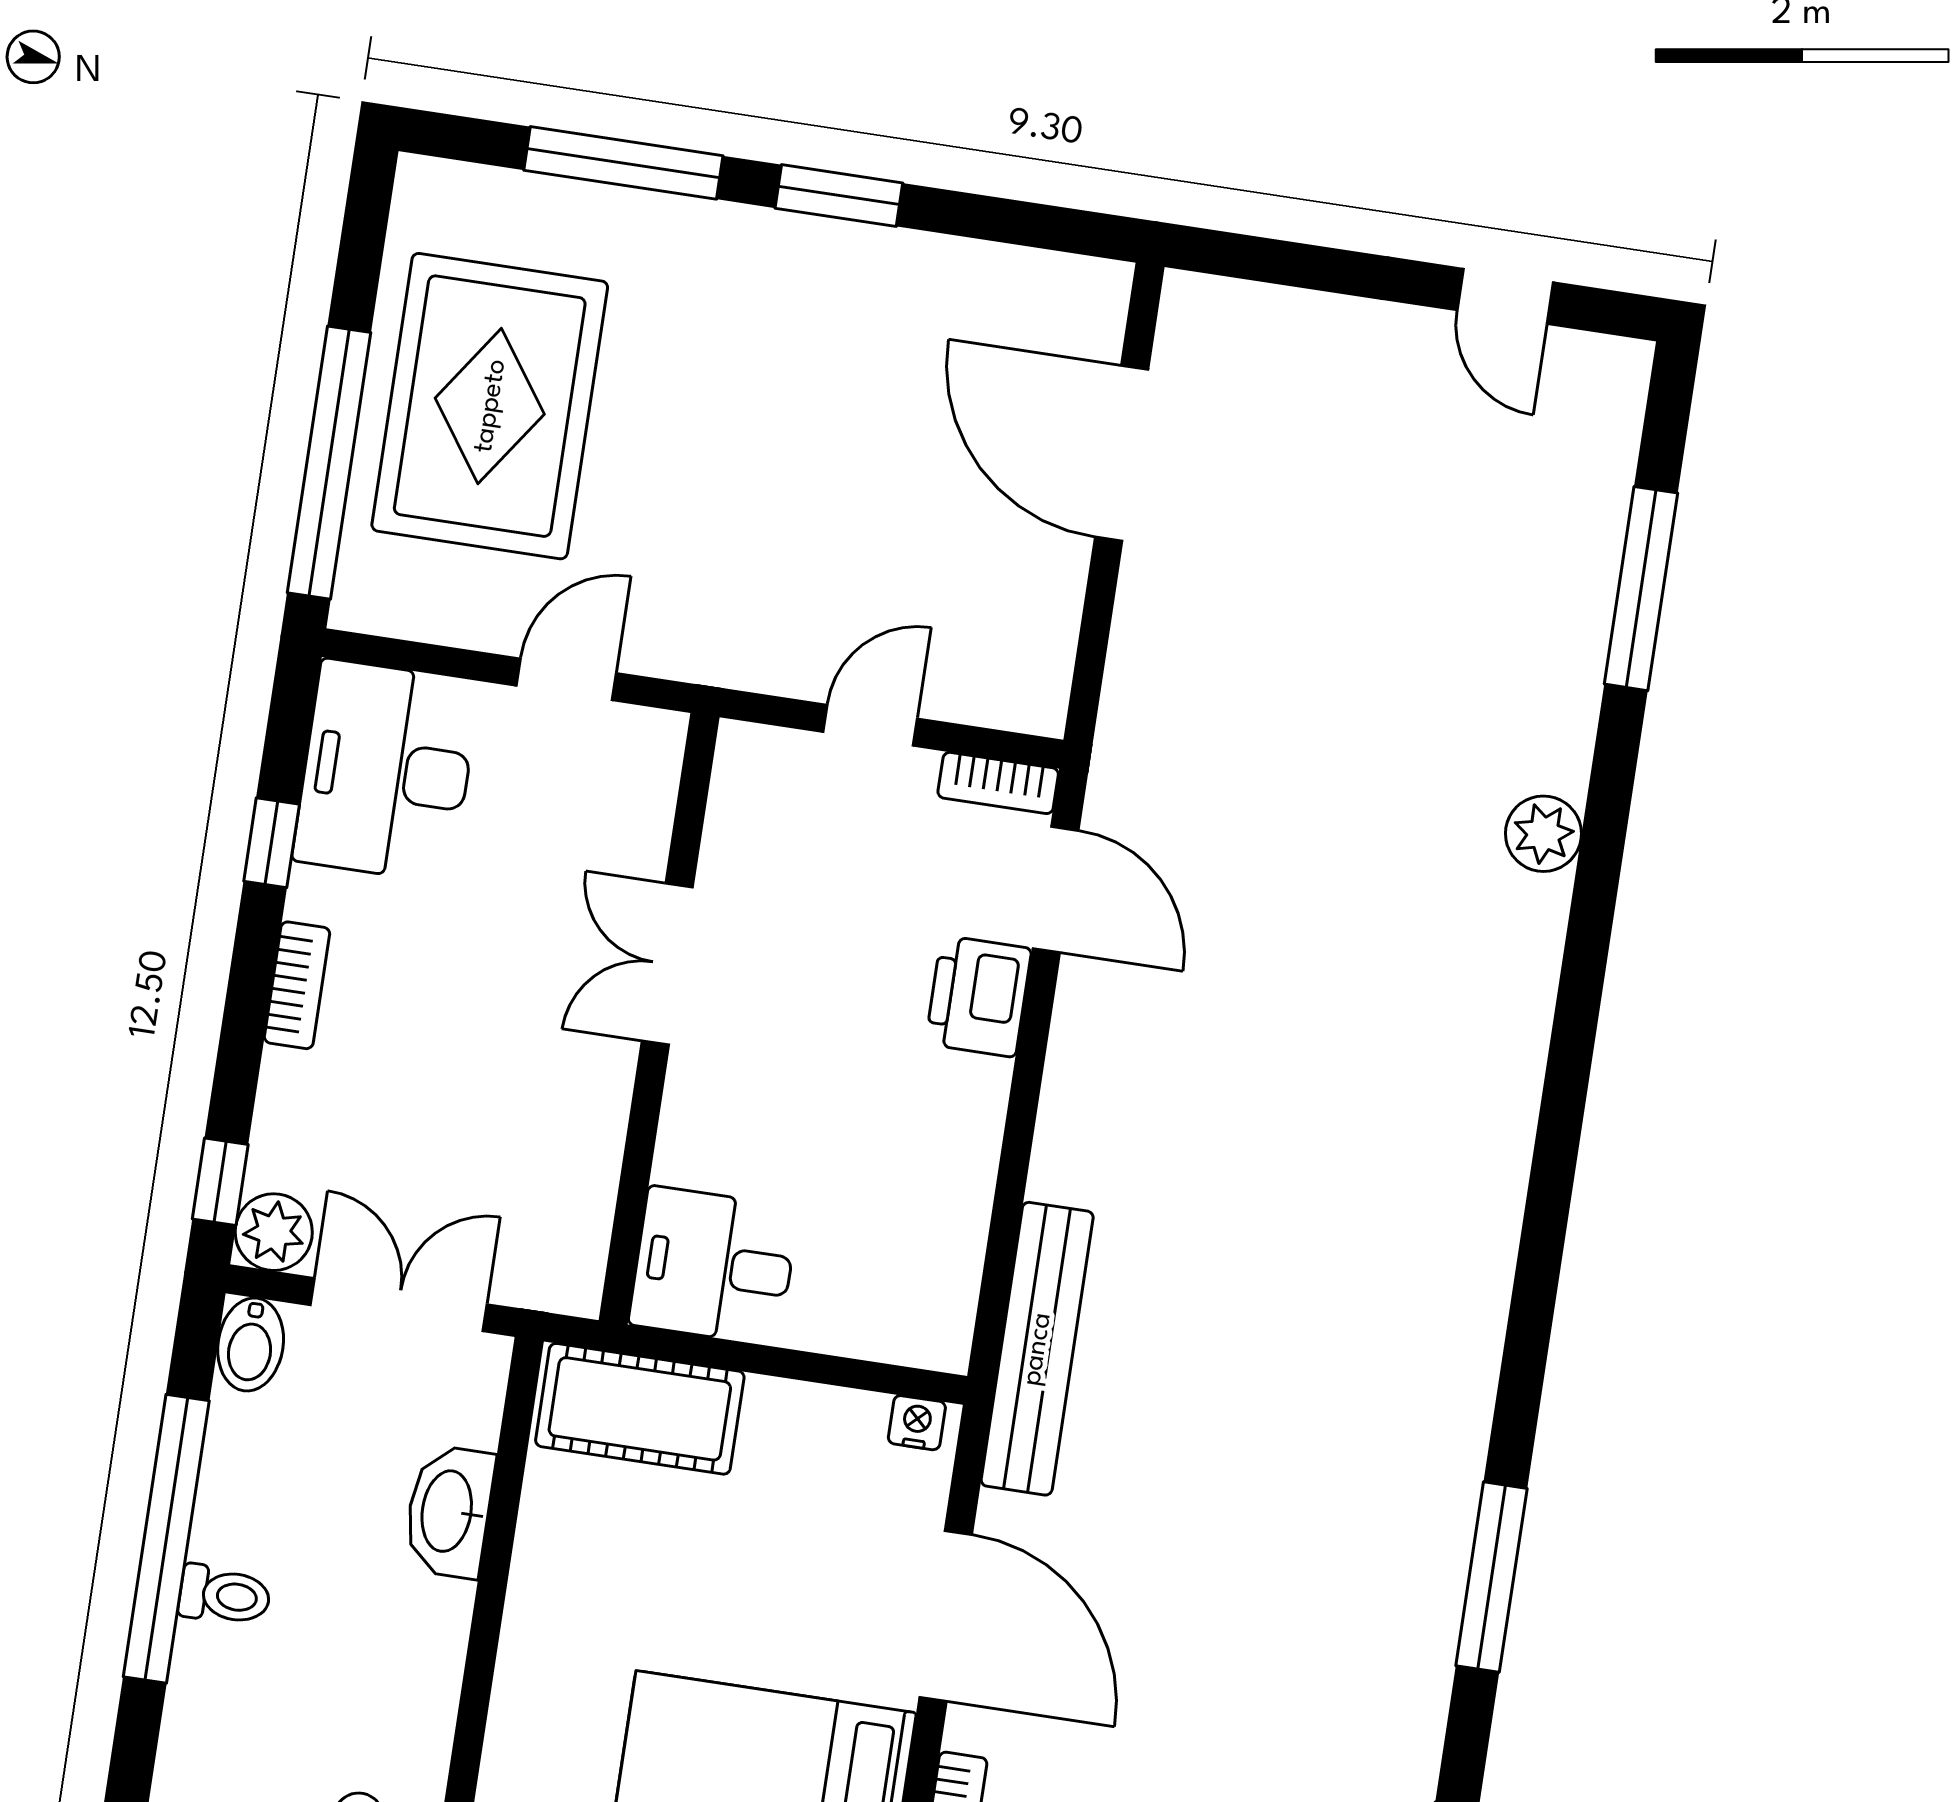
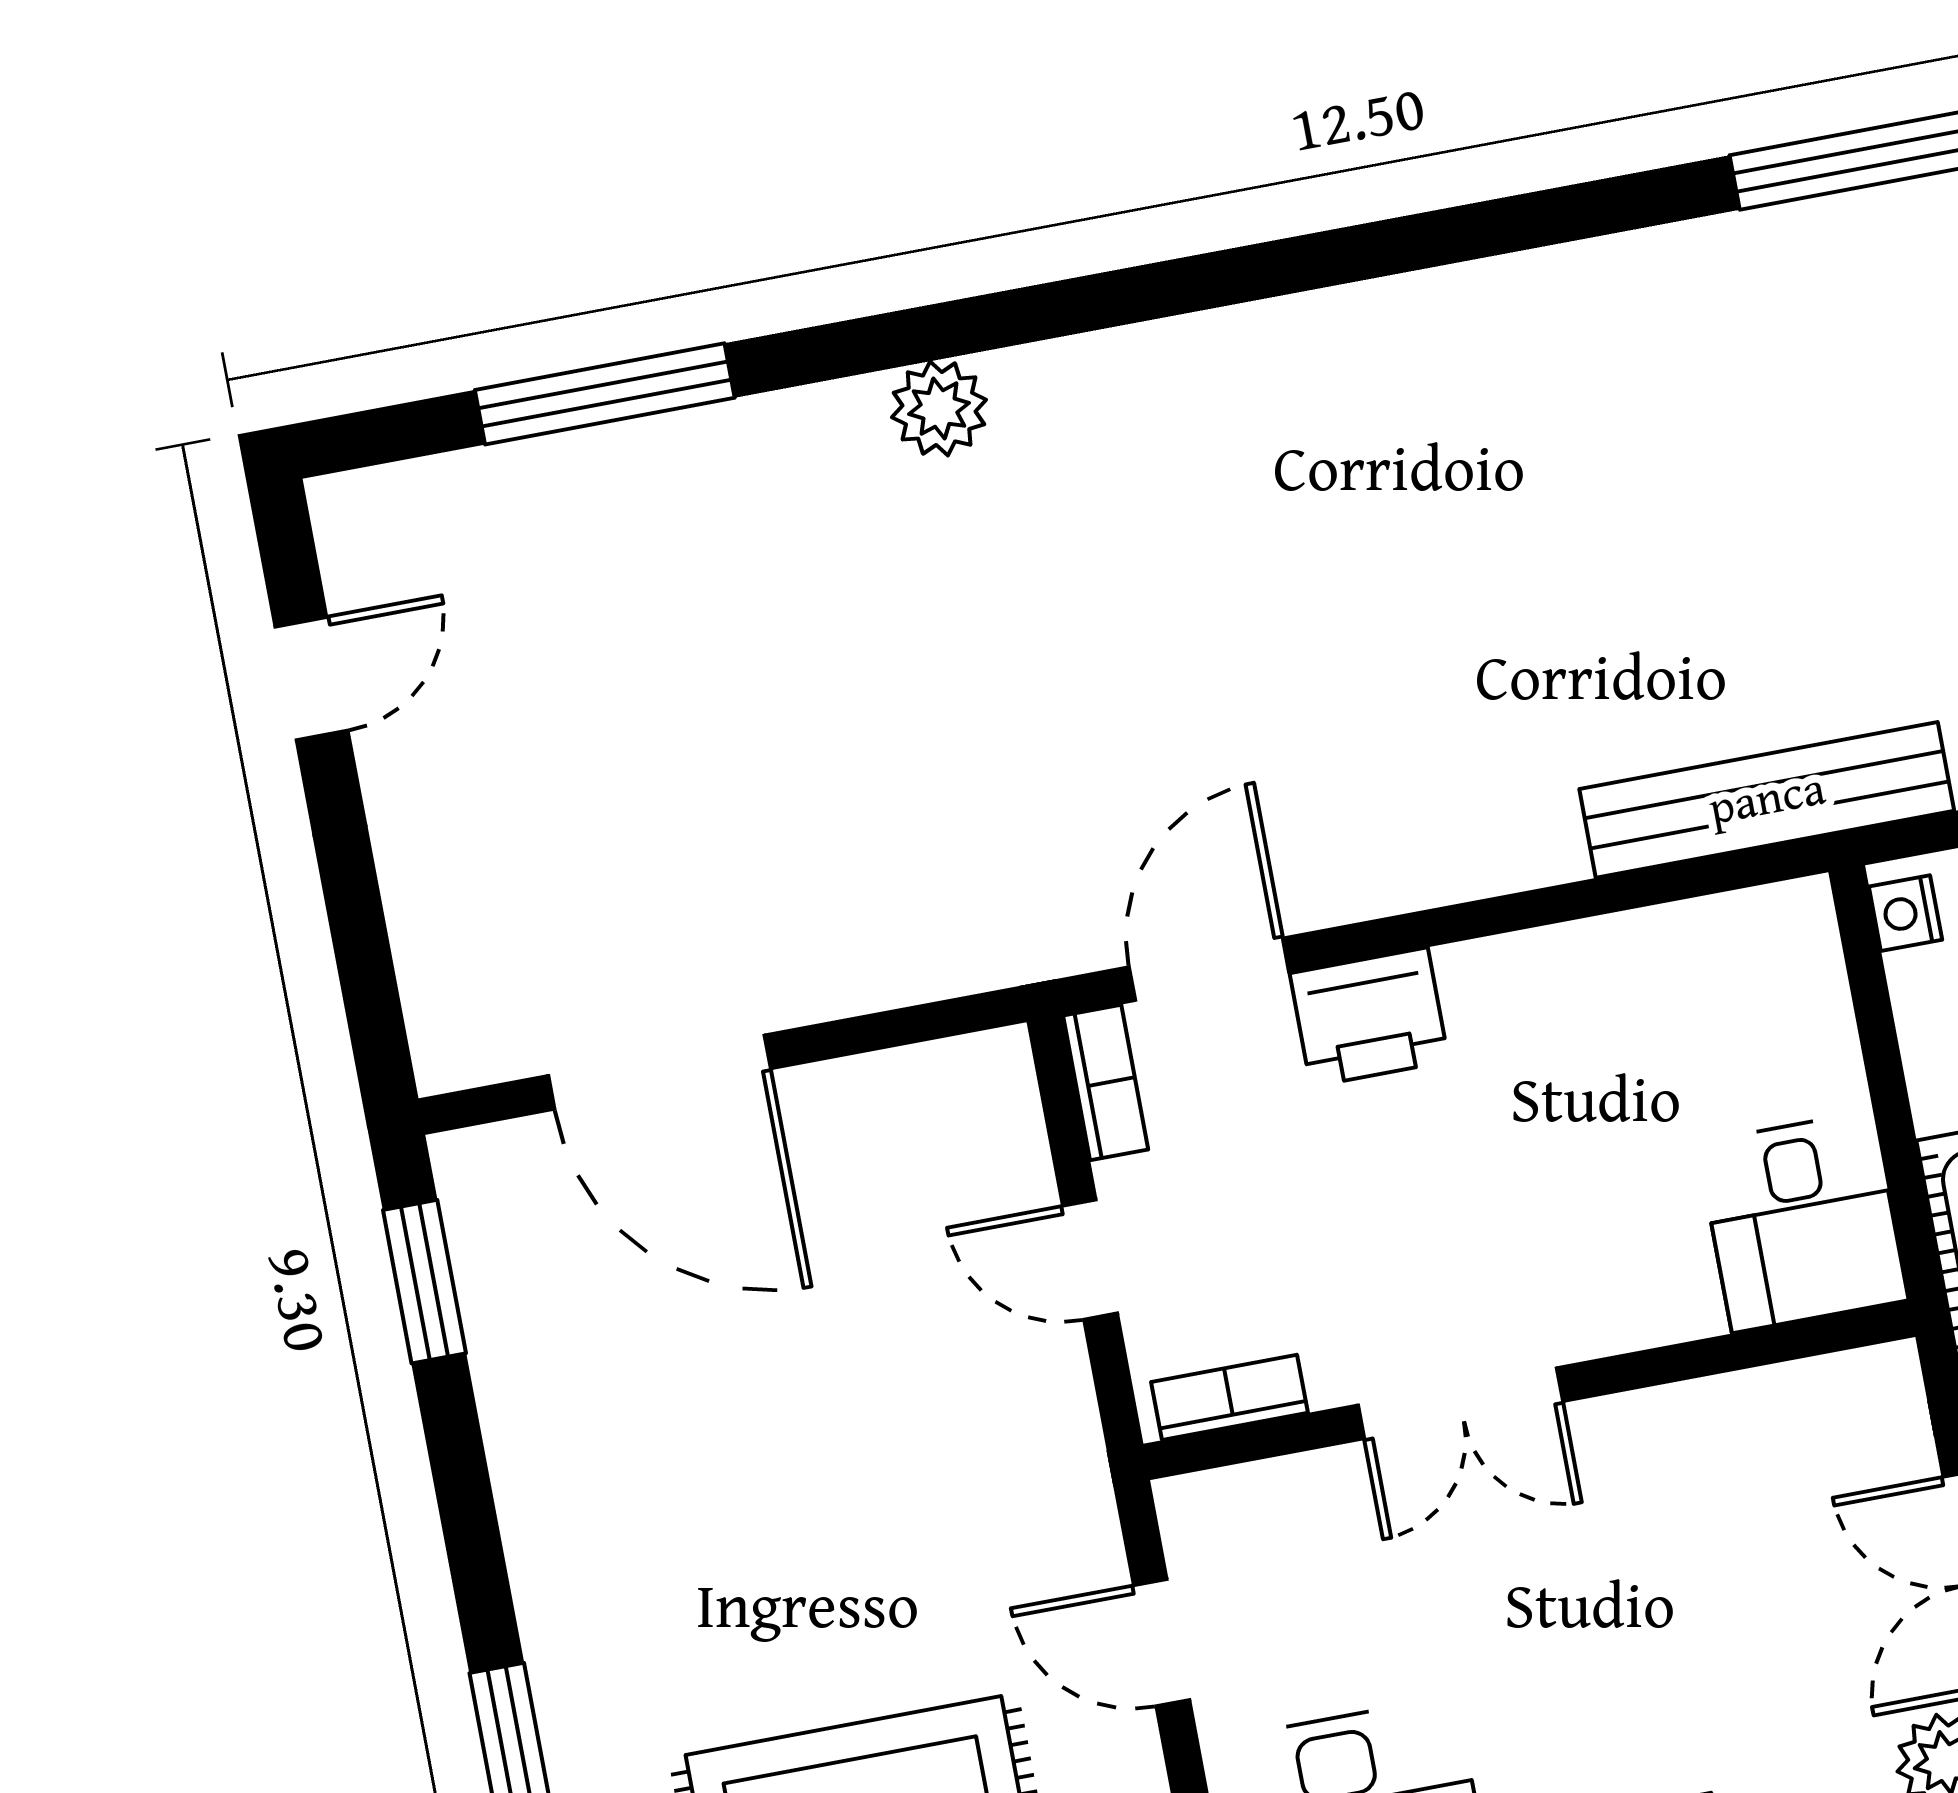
window: (839, 196) -> (424, 1282), moved
door: (1122, 453) -> (659, 1072), hinge flipped
bookcase: (732, 794) -> (1230, 1397), added

